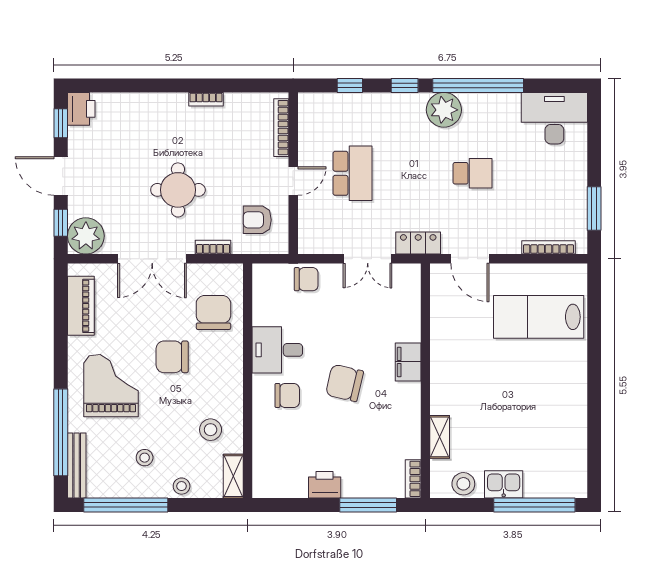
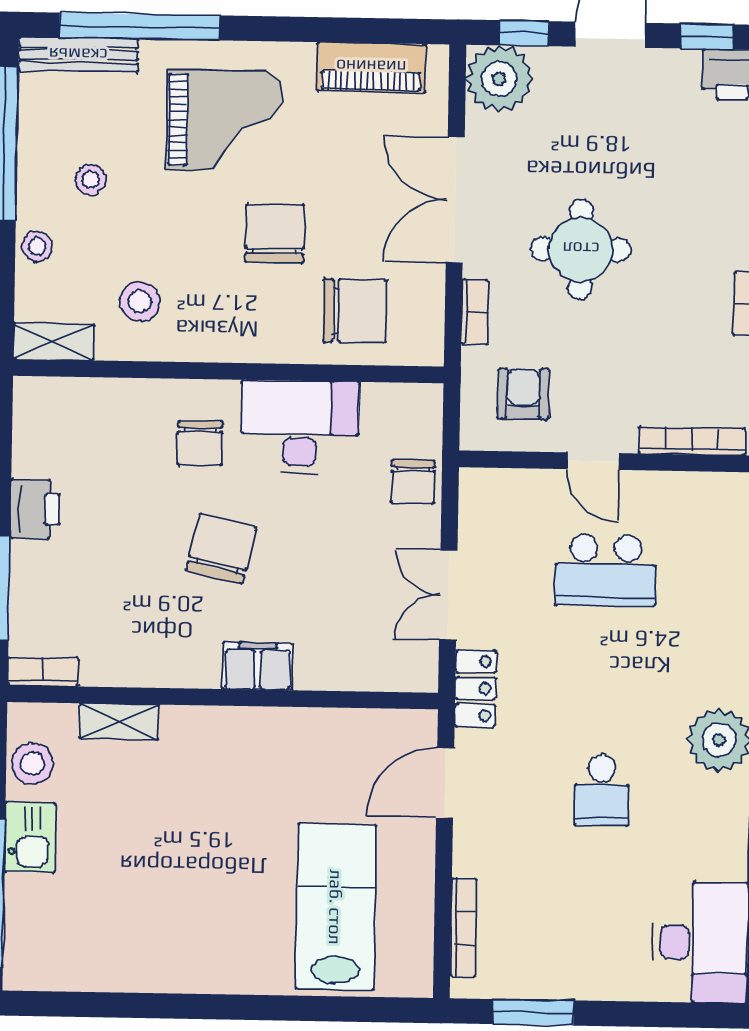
desk: (277, 350) -> (300, 427), width x1.37

